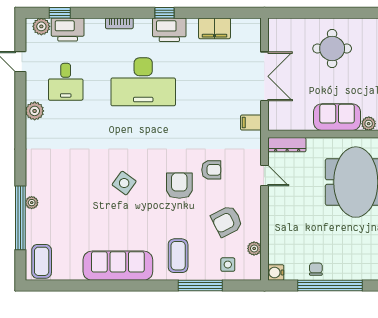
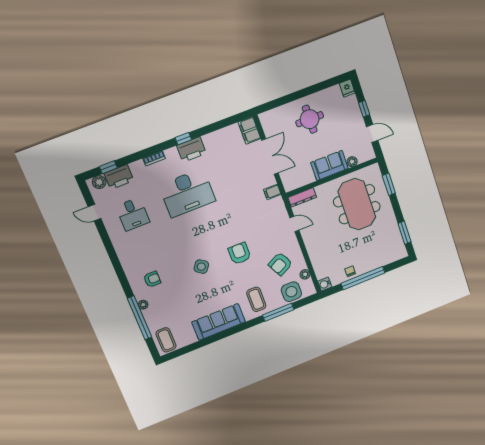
filing cabinet: (214, 28) -> (249, 130), moved, turned 90
plant: (35, 111) -> (119, 243), removed
armchair: (211, 170) -> (152, 279), moved
side table: (228, 265) -> (291, 292), width x1.87, depth x1.87

